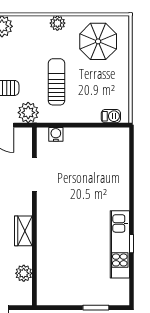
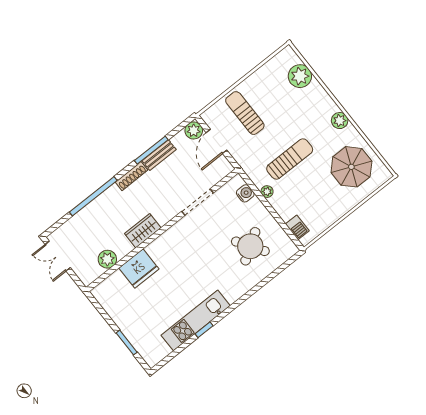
plant: (28, 113) -> (267, 192), moved, width x0.53, depth x0.53
round table: (97, 161) -> (250, 246), added
fridge: (49, 256) -> (139, 268), added

